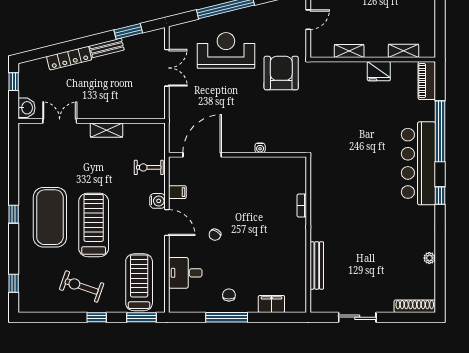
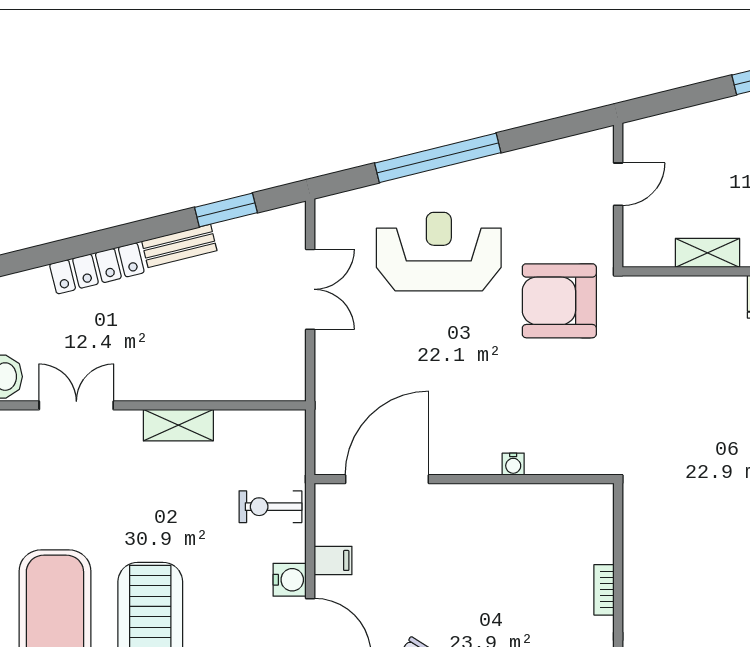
armchair: (281, 73) -> (559, 301), turned -90

